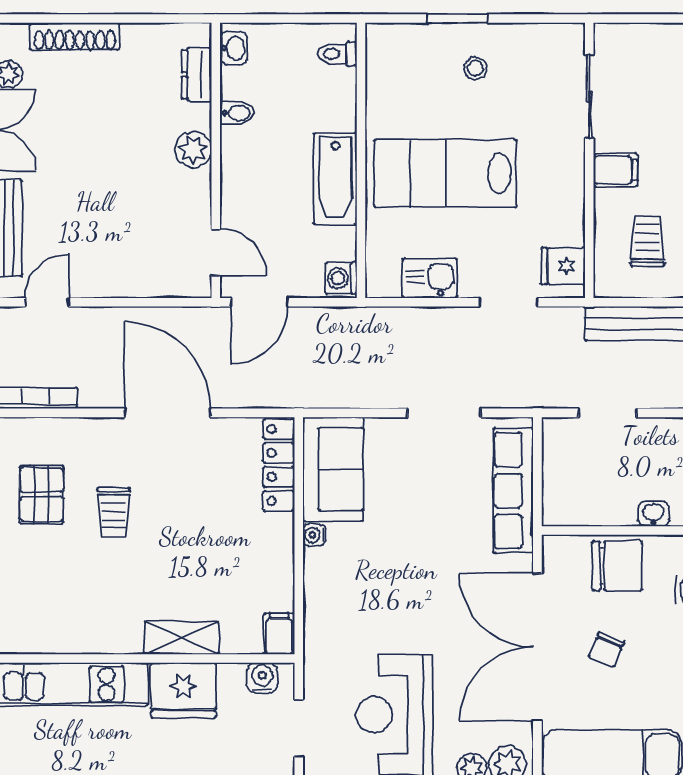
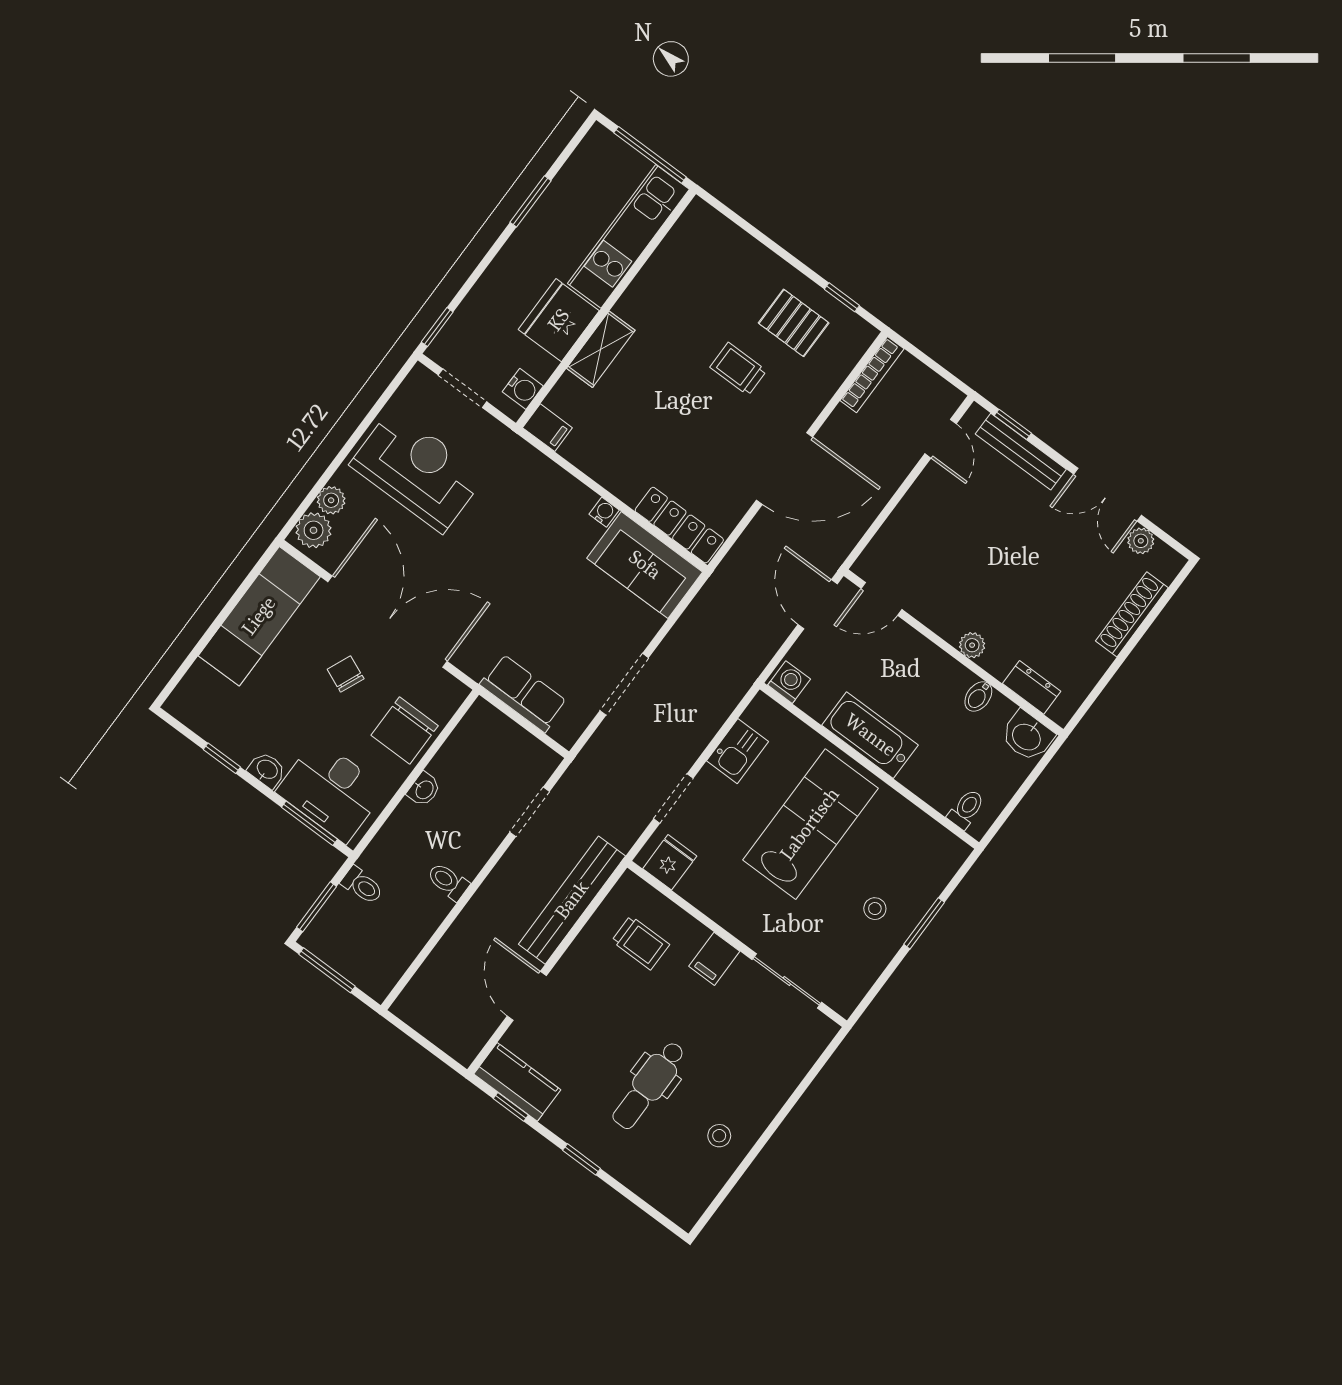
washbasin: (234, 48) -> (1027, 736), width x1.38, depth x1.45
plant: (193, 150) -> (972, 645), width x0.73, depth x0.73
row of seats: (513, 491) -> (524, 693), width x0.68

